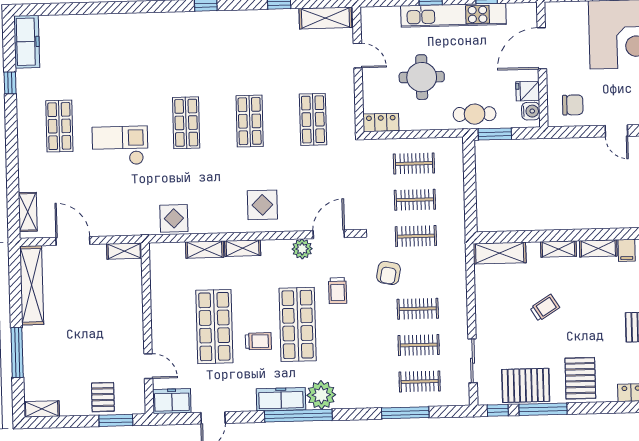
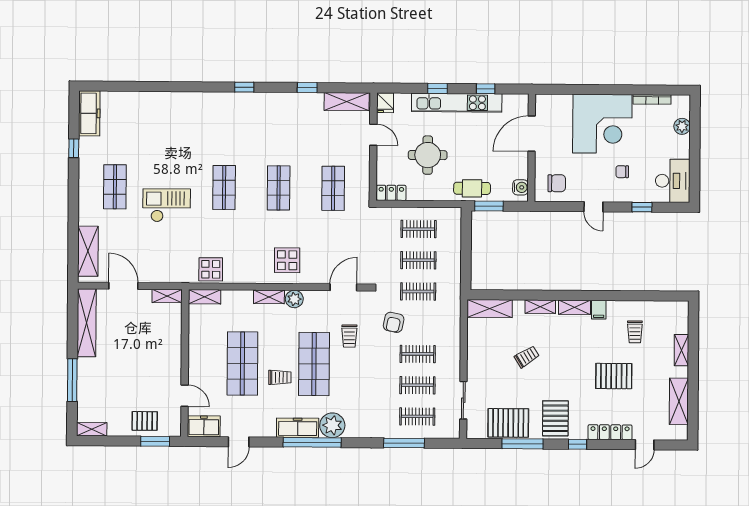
fridge: (528, 91) -> (385, 103), moved, turned -90
shelving: (28, 212) -> (88, 251), width x1.50, depth x1.33
plant: (302, 249) -> (294, 299), moved
shelving: (205, 250) -> (205, 297), moved
pallet: (103, 397) -> (145, 421), turned 90
window: (498, 410) -> (577, 444), moved

